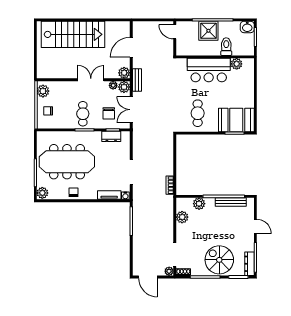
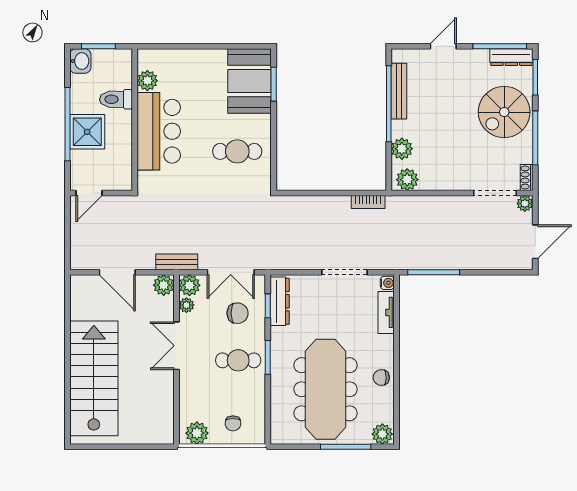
dresser: (111, 136) -> (280, 301), width x1.44
plant: (182, 217) -> (407, 180), moved

